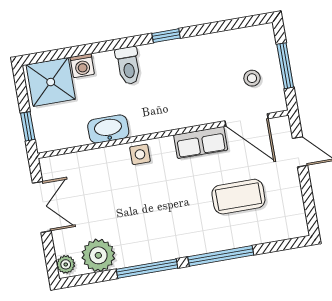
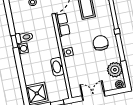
washing machine: (82, 66) -> (23, 49), moved
toilet: (128, 66) -> (24, 37), moved
chair: (158, 226) -> (101, 43), added

